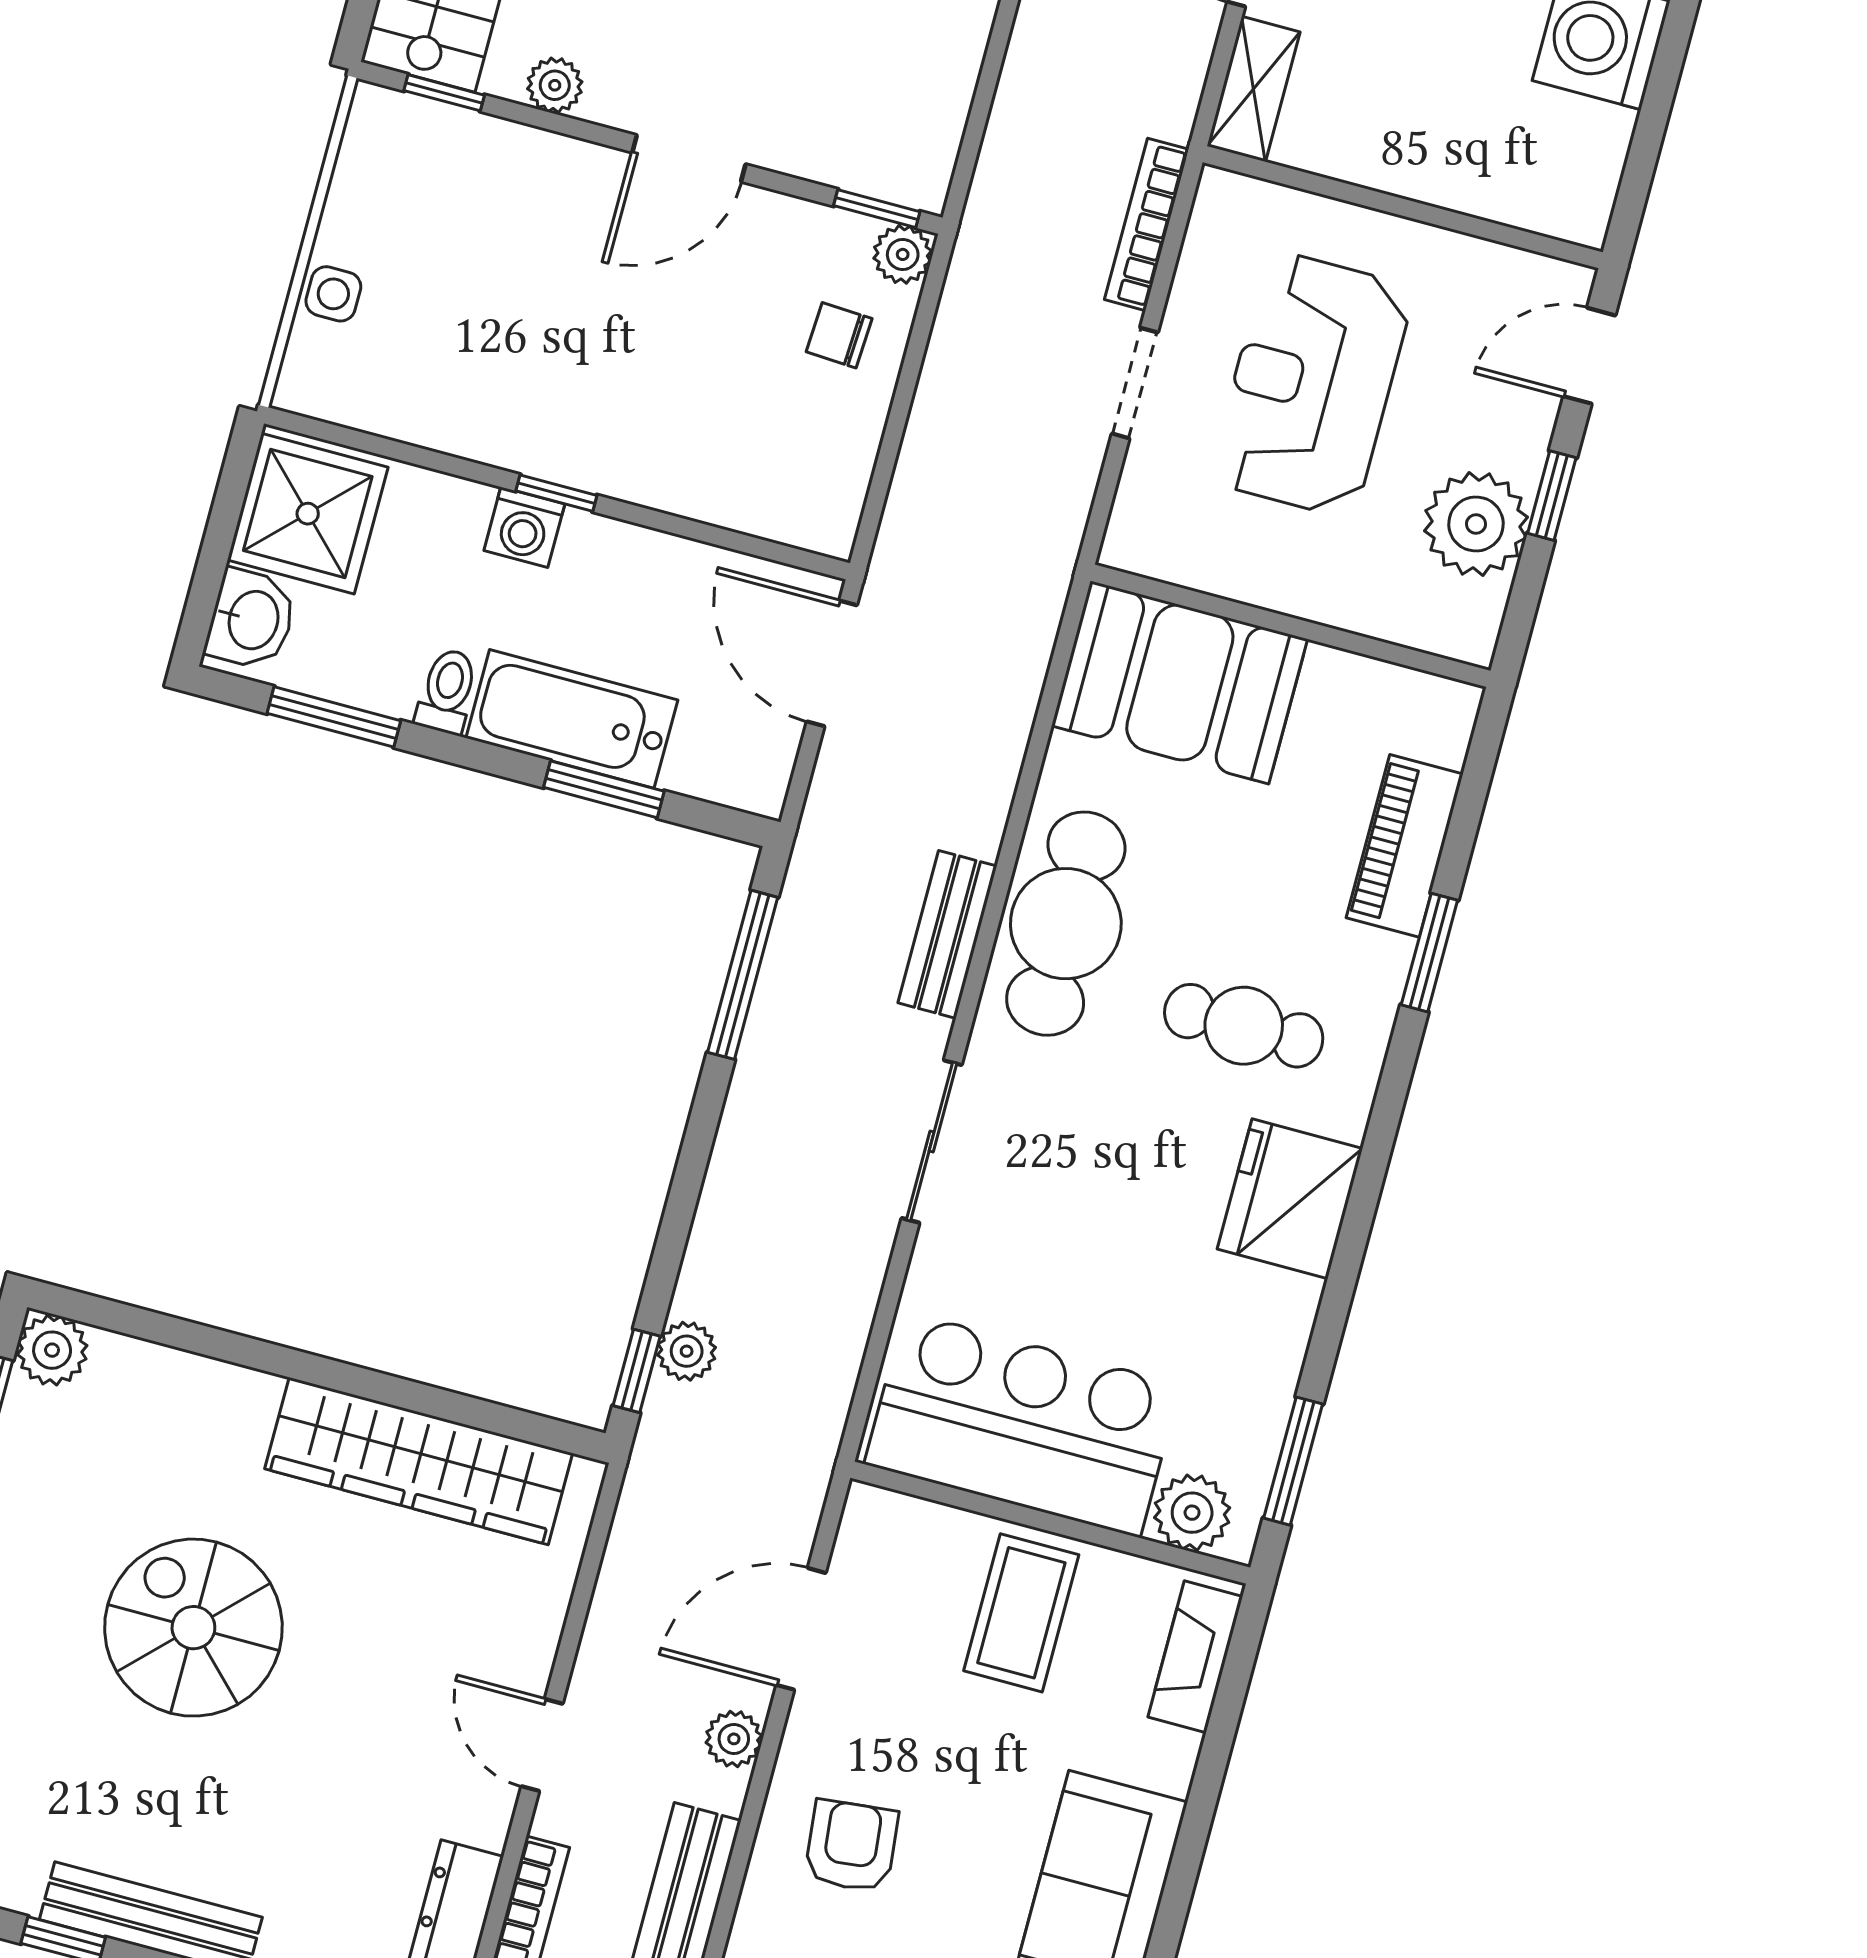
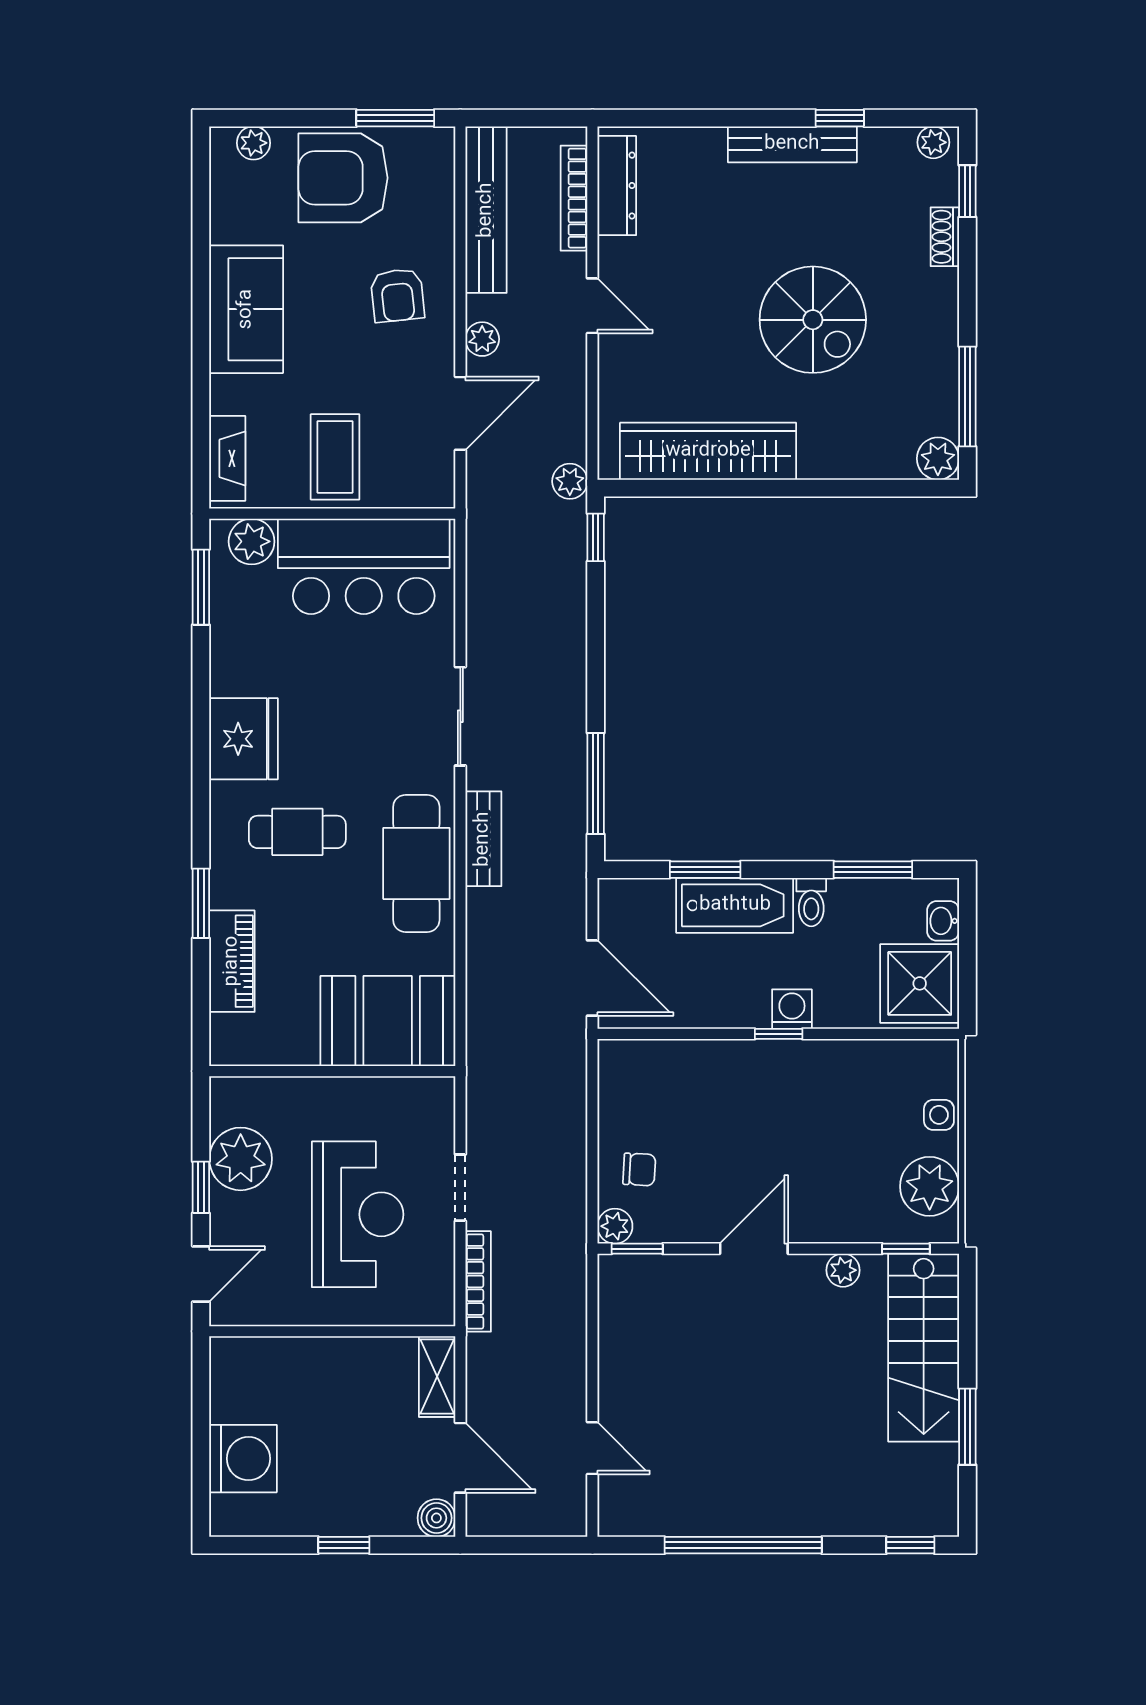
plant: (379, 183) -> (930, 1186), added
washbasin: (251, 619) -> (943, 921), width x0.72, depth x0.69
plant: (687, 1351) -> (570, 481), moved

